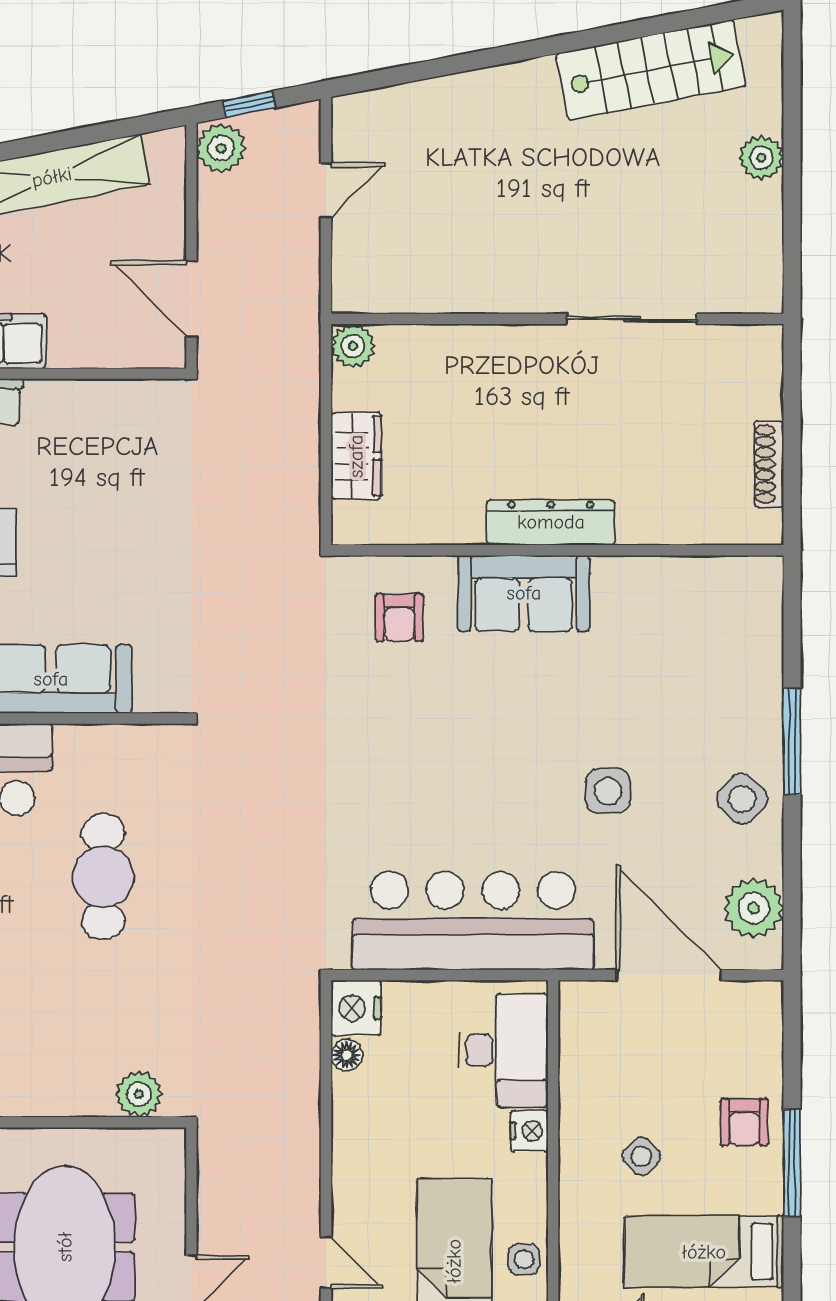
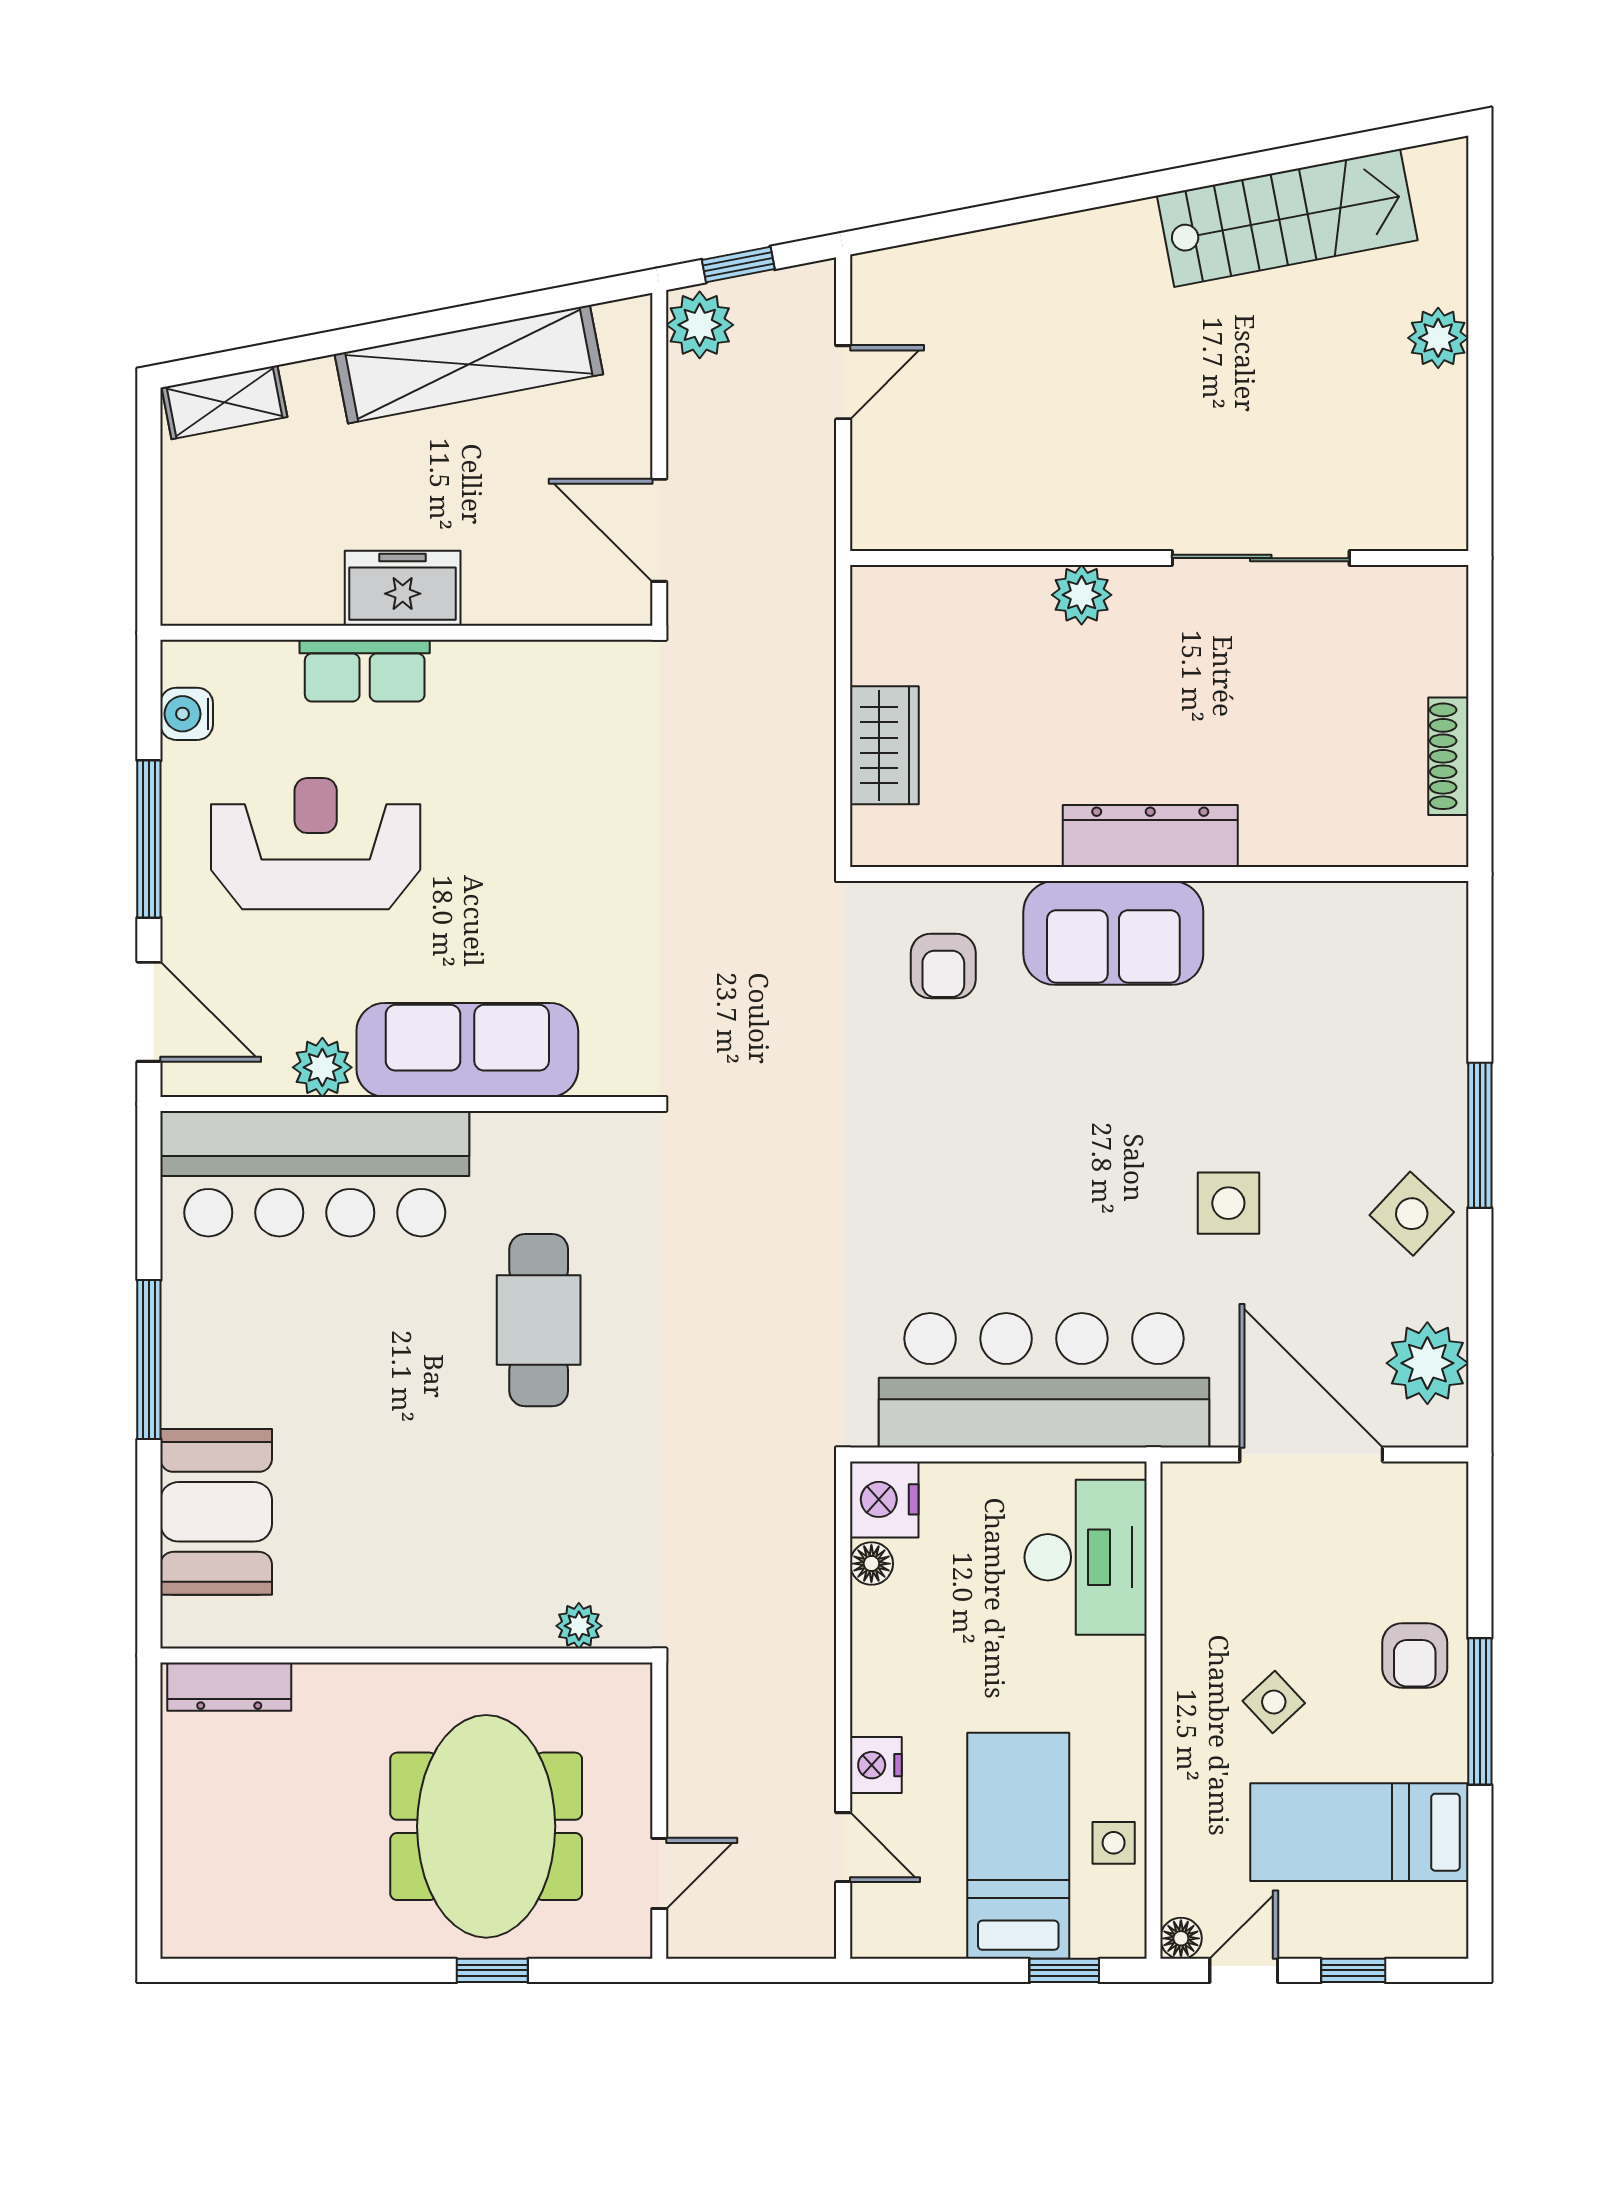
plant: (353, 346) -> (1082, 595), moved
plant: (139, 1094) -> (579, 1626), width x0.73, depth x0.73
nightstand: (529, 1131) -> (876, 1765), moved, turned 180

